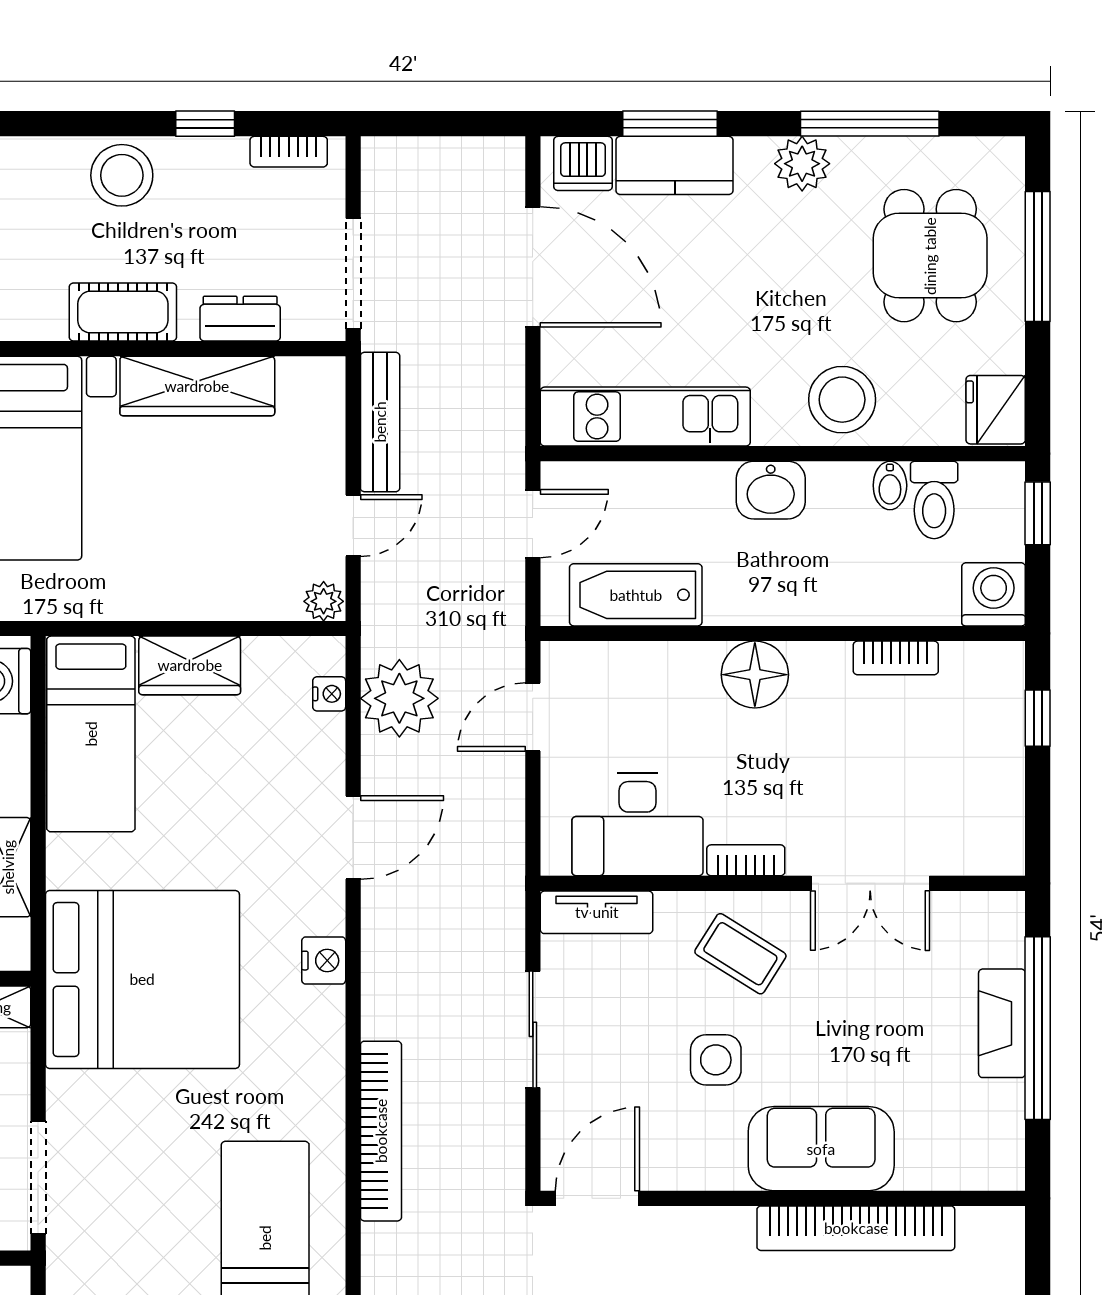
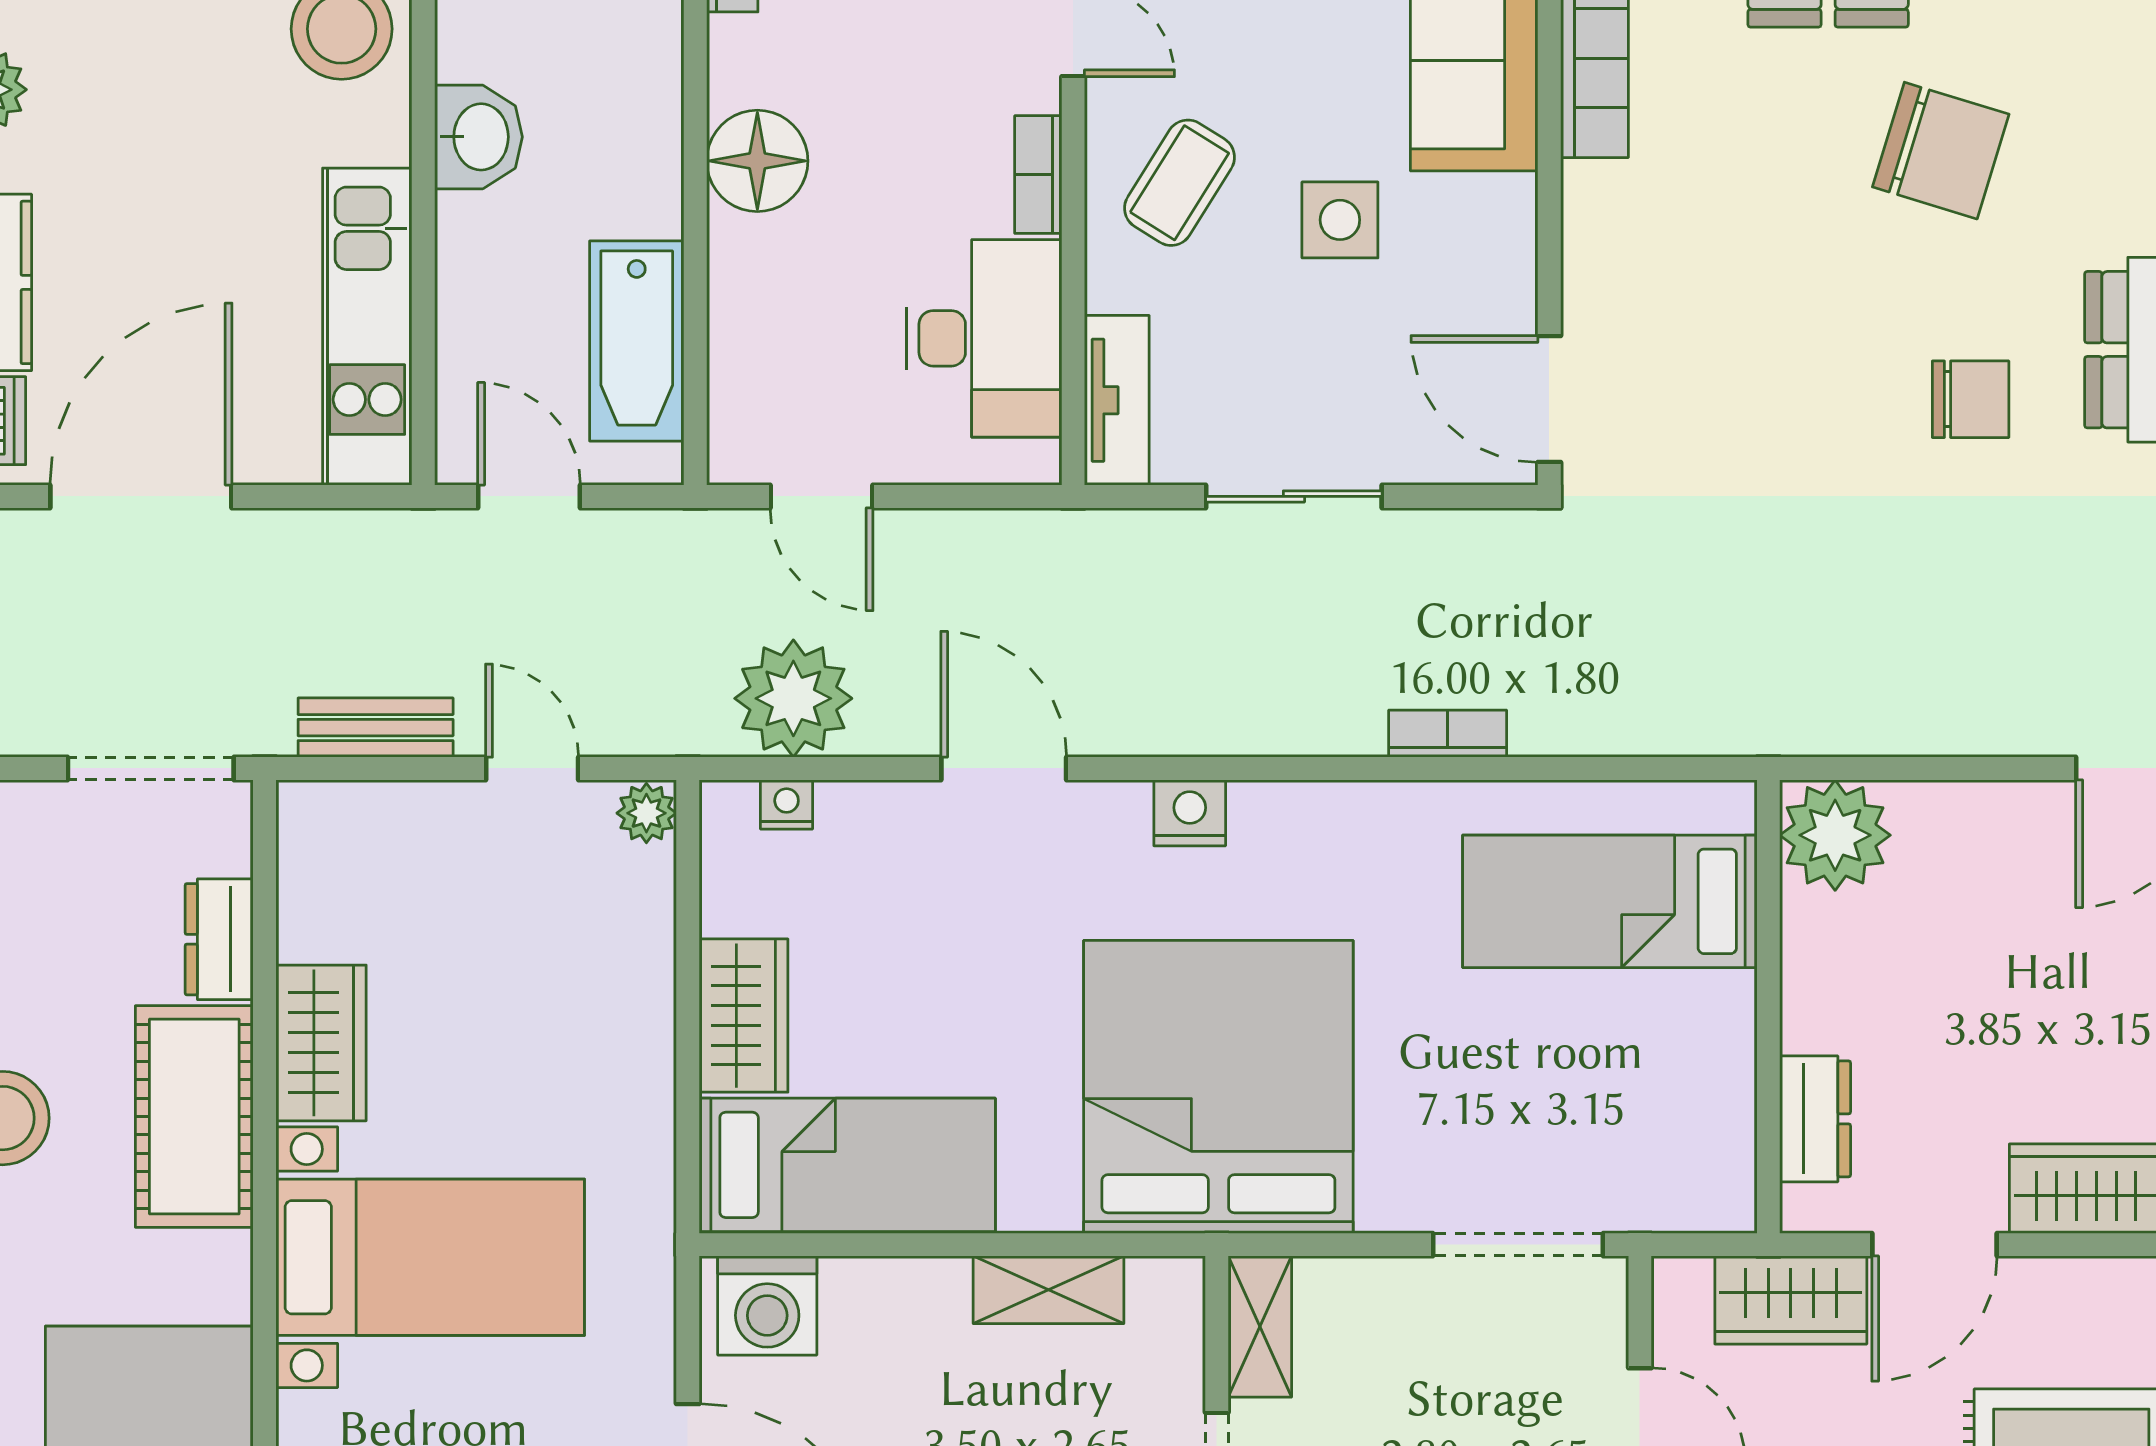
cot: (123, 312) -> (194, 1116), width x1.37, depth x1.34
wardrobe: (197, 386) -> (321, 1043), width x0.67
bench: (380, 422) -> (376, 728), width x0.73
bookcase: (381, 1131) -> (1448, 734), width x0.43, depth x0.76

